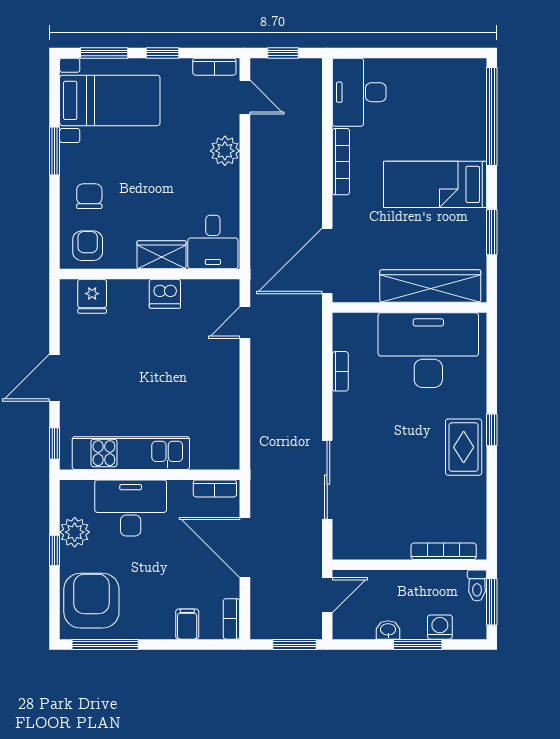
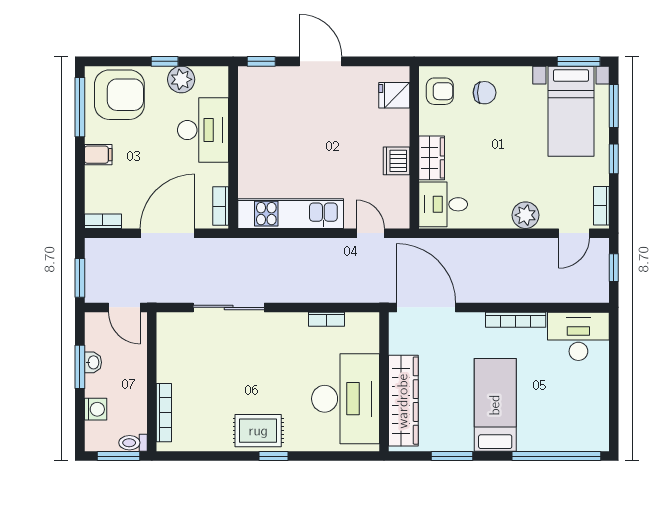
window: (55, 151) -> (579, 61), moved
kitchen unit: (131, 453) -> (291, 214), moved, turned -90
filing cabinet: (187, 624) -> (98, 155), moved
window: (418, 644) -> (80, 367), moved

